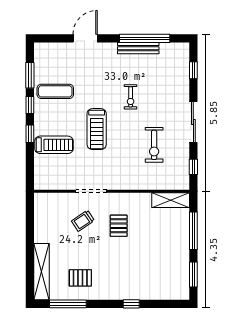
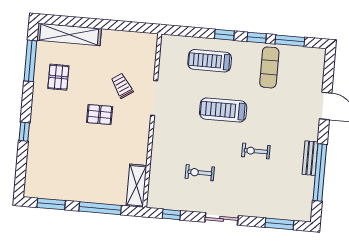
bench: (138, 48) -> (310, 158), width x0.73
window: (193, 70) -> (279, 224), width x1.50
sliding door: (193, 122) -> (222, 219), width x0.73
treadmill: (54, 145) -> (210, 61), turned 90
exercise bike: (154, 145) -> (200, 173), width x0.73, depth x0.72
pallet: (119, 226) -> (100, 115), moved

